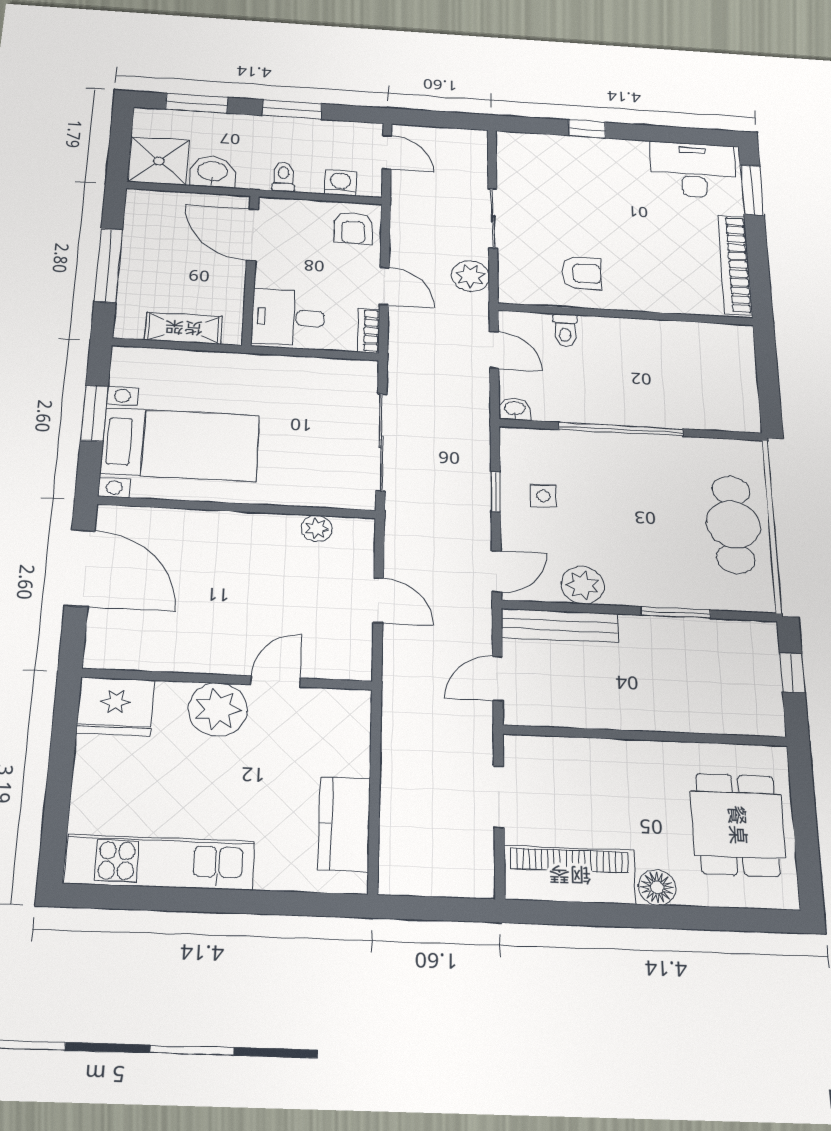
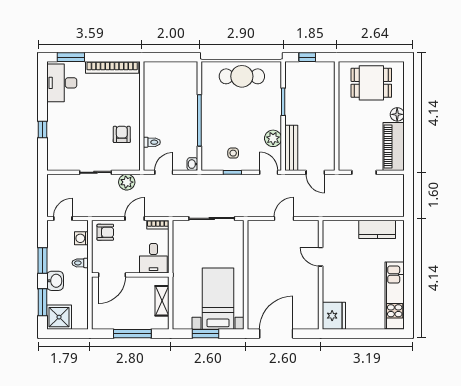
shower: (159, 161) -> (59, 317), moved
washbasin: (212, 172) -> (55, 281), moved, turned 180
plant: (316, 528) -> (253, 243), removed
plant: (218, 710) -> (333, 278), removed

